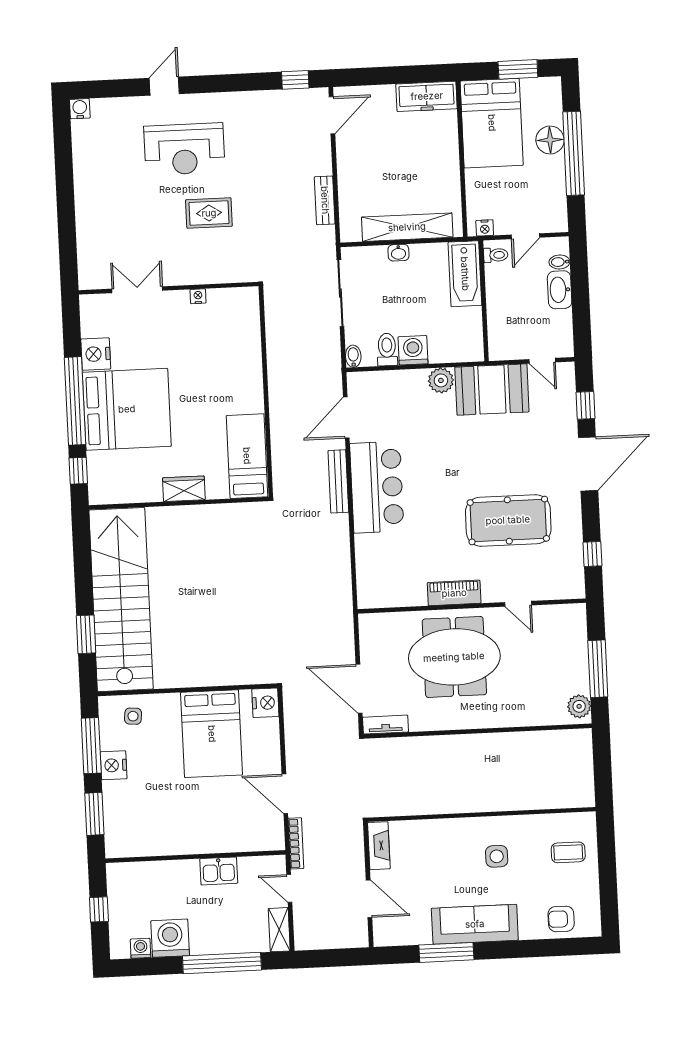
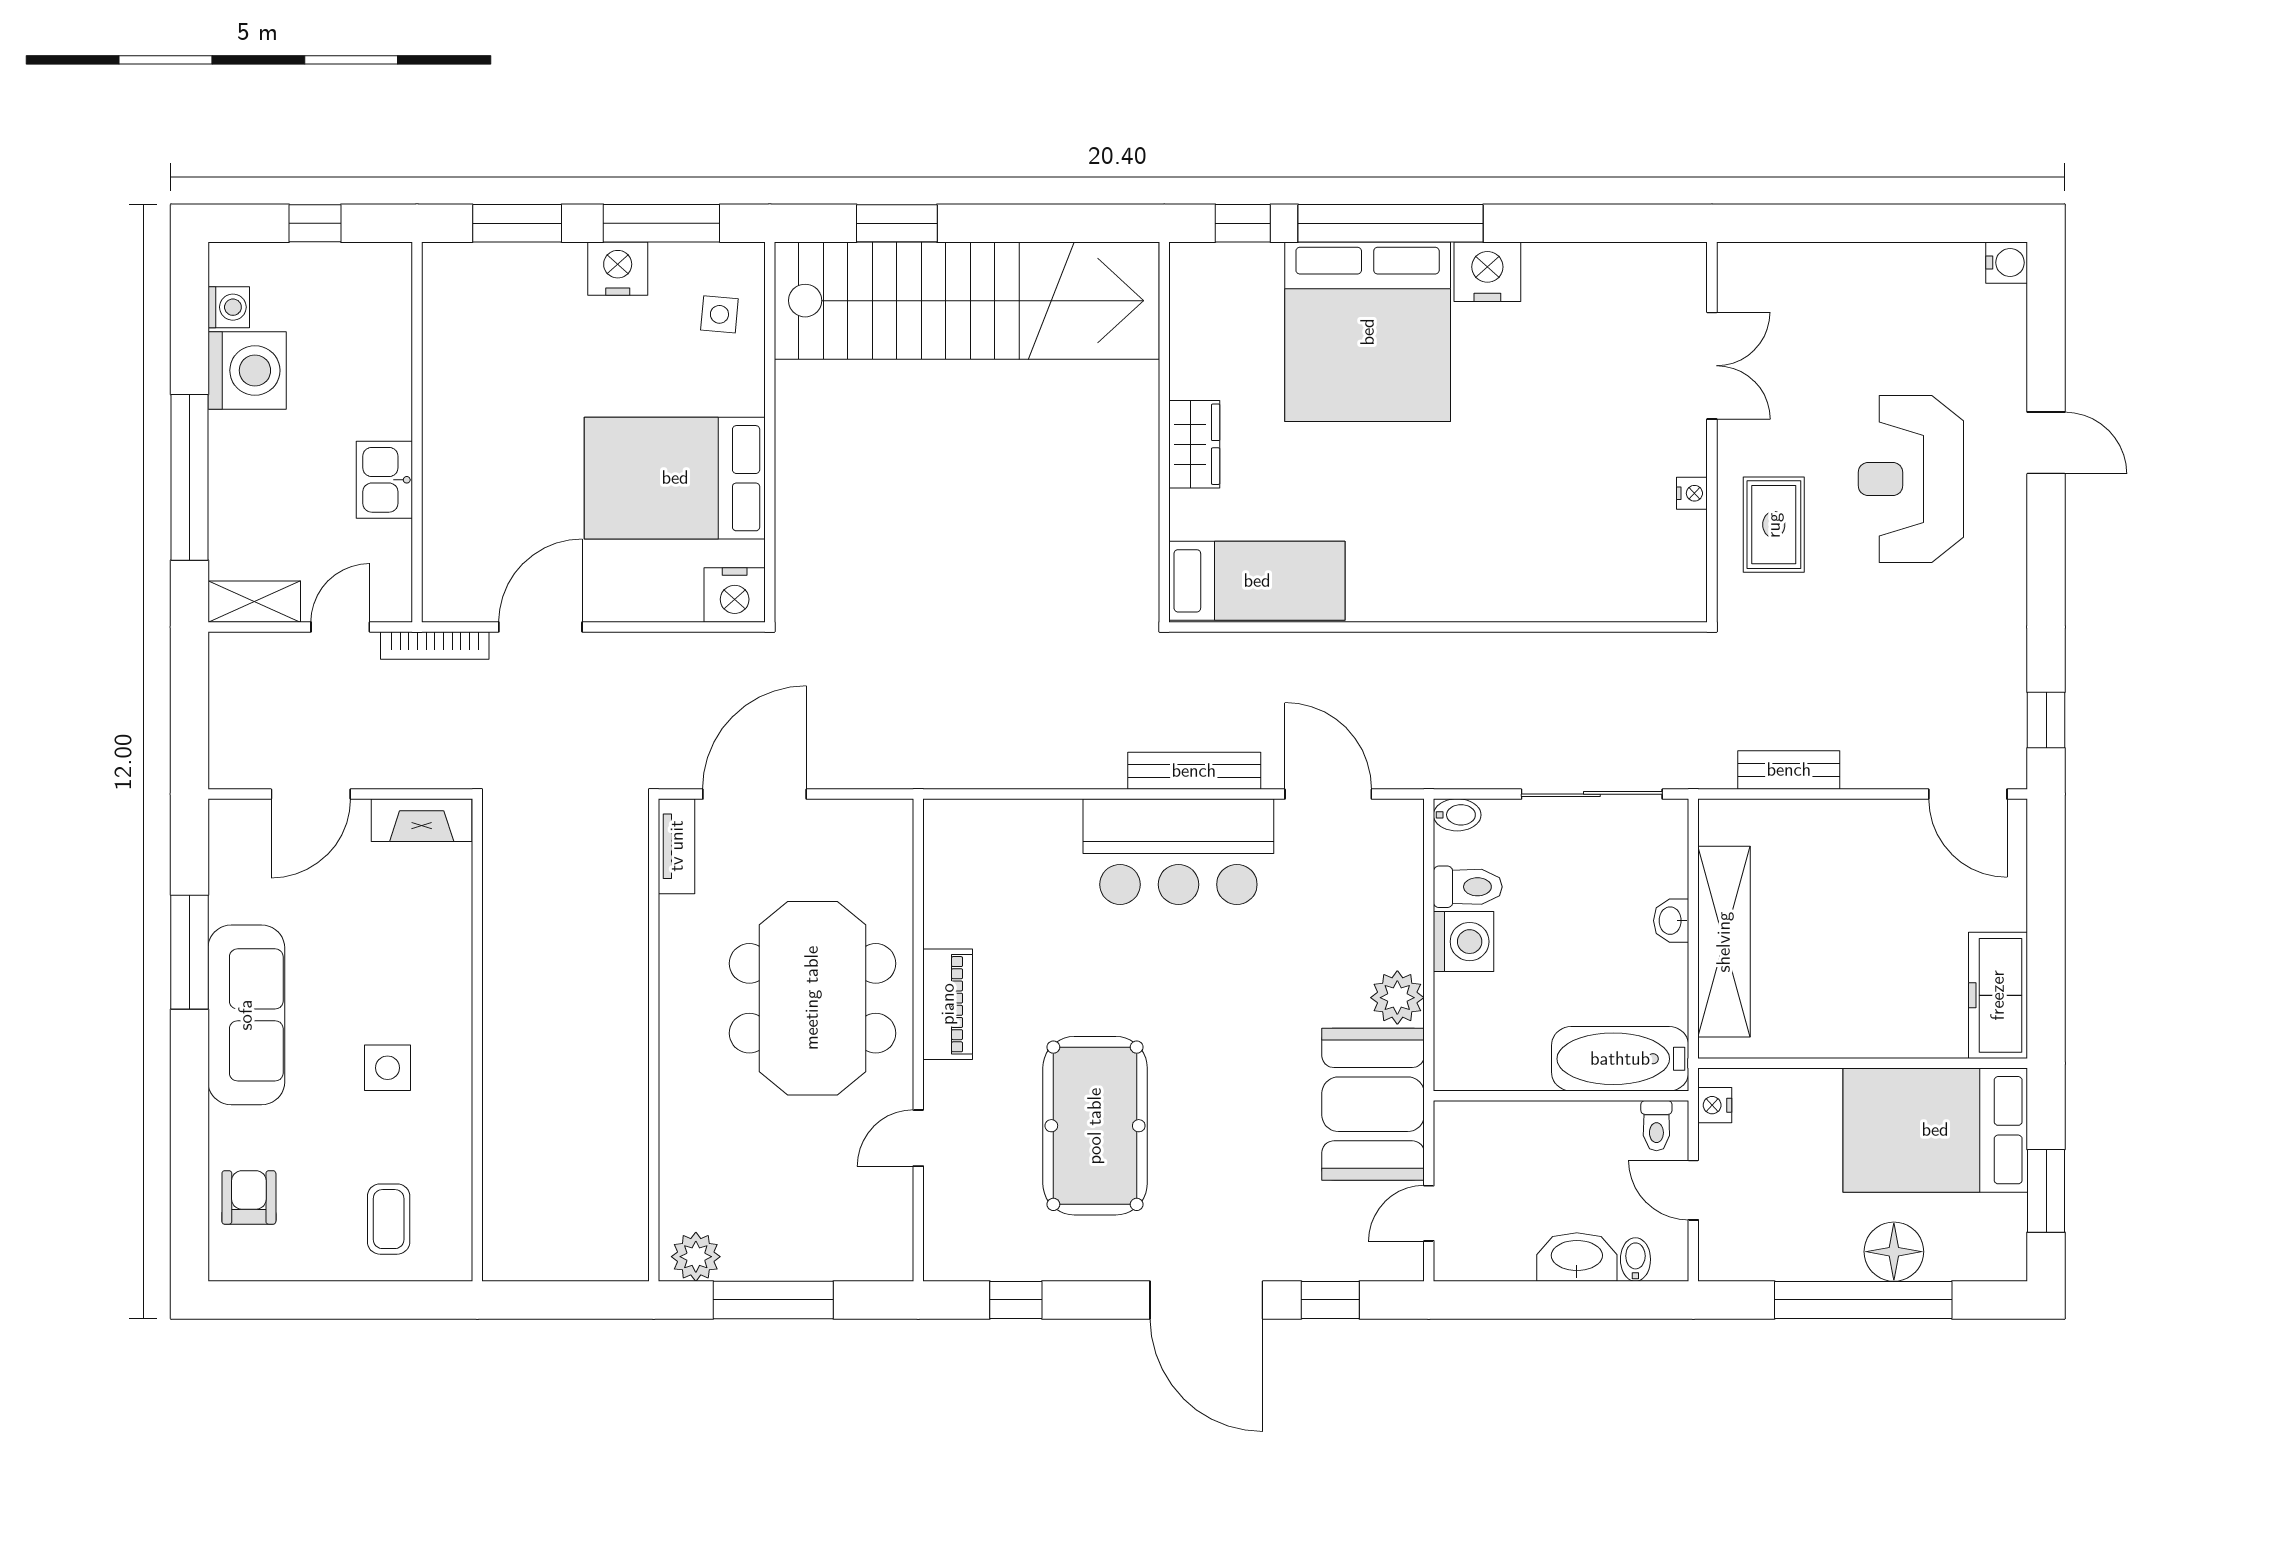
wall: (169, 288) -> (1712, 432), moved
double door: (137, 290) -> (1712, 366), moved
nightstand: (198, 296) -> (1692, 493), moved

